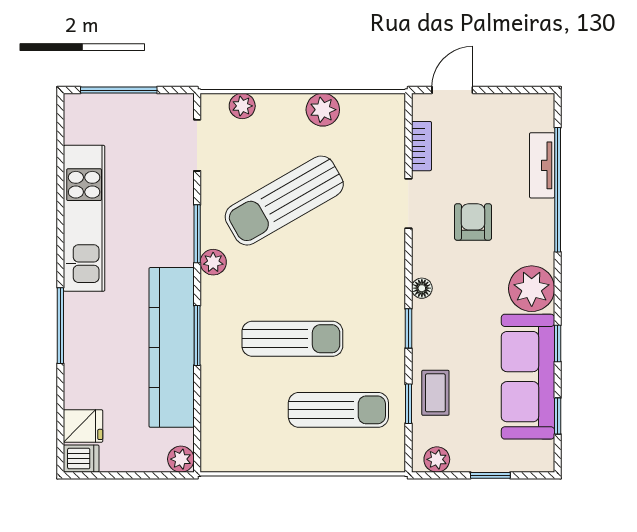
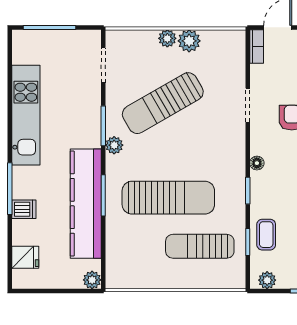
plant: (242, 106) -> (167, 38), moved
bookcase: (421, 146) -> (257, 46), moved
sun lounger: (292, 339) -> (168, 198), width x1.36, depth x1.34
sun lounger: (338, 410) -> (200, 246), turned 180
dishwasher: (81, 459) -> (24, 209), moved

